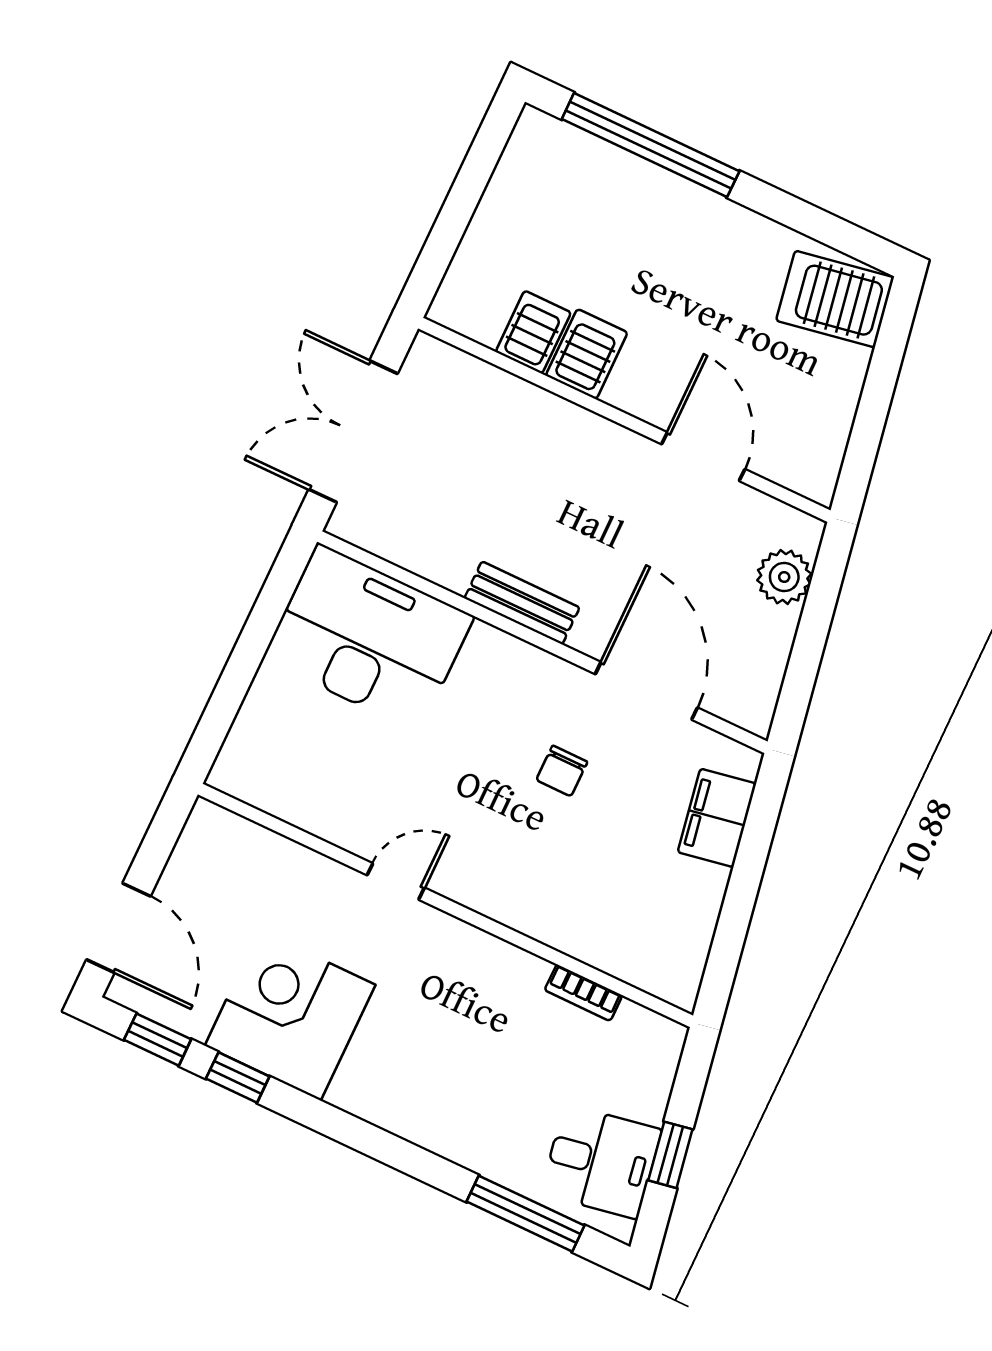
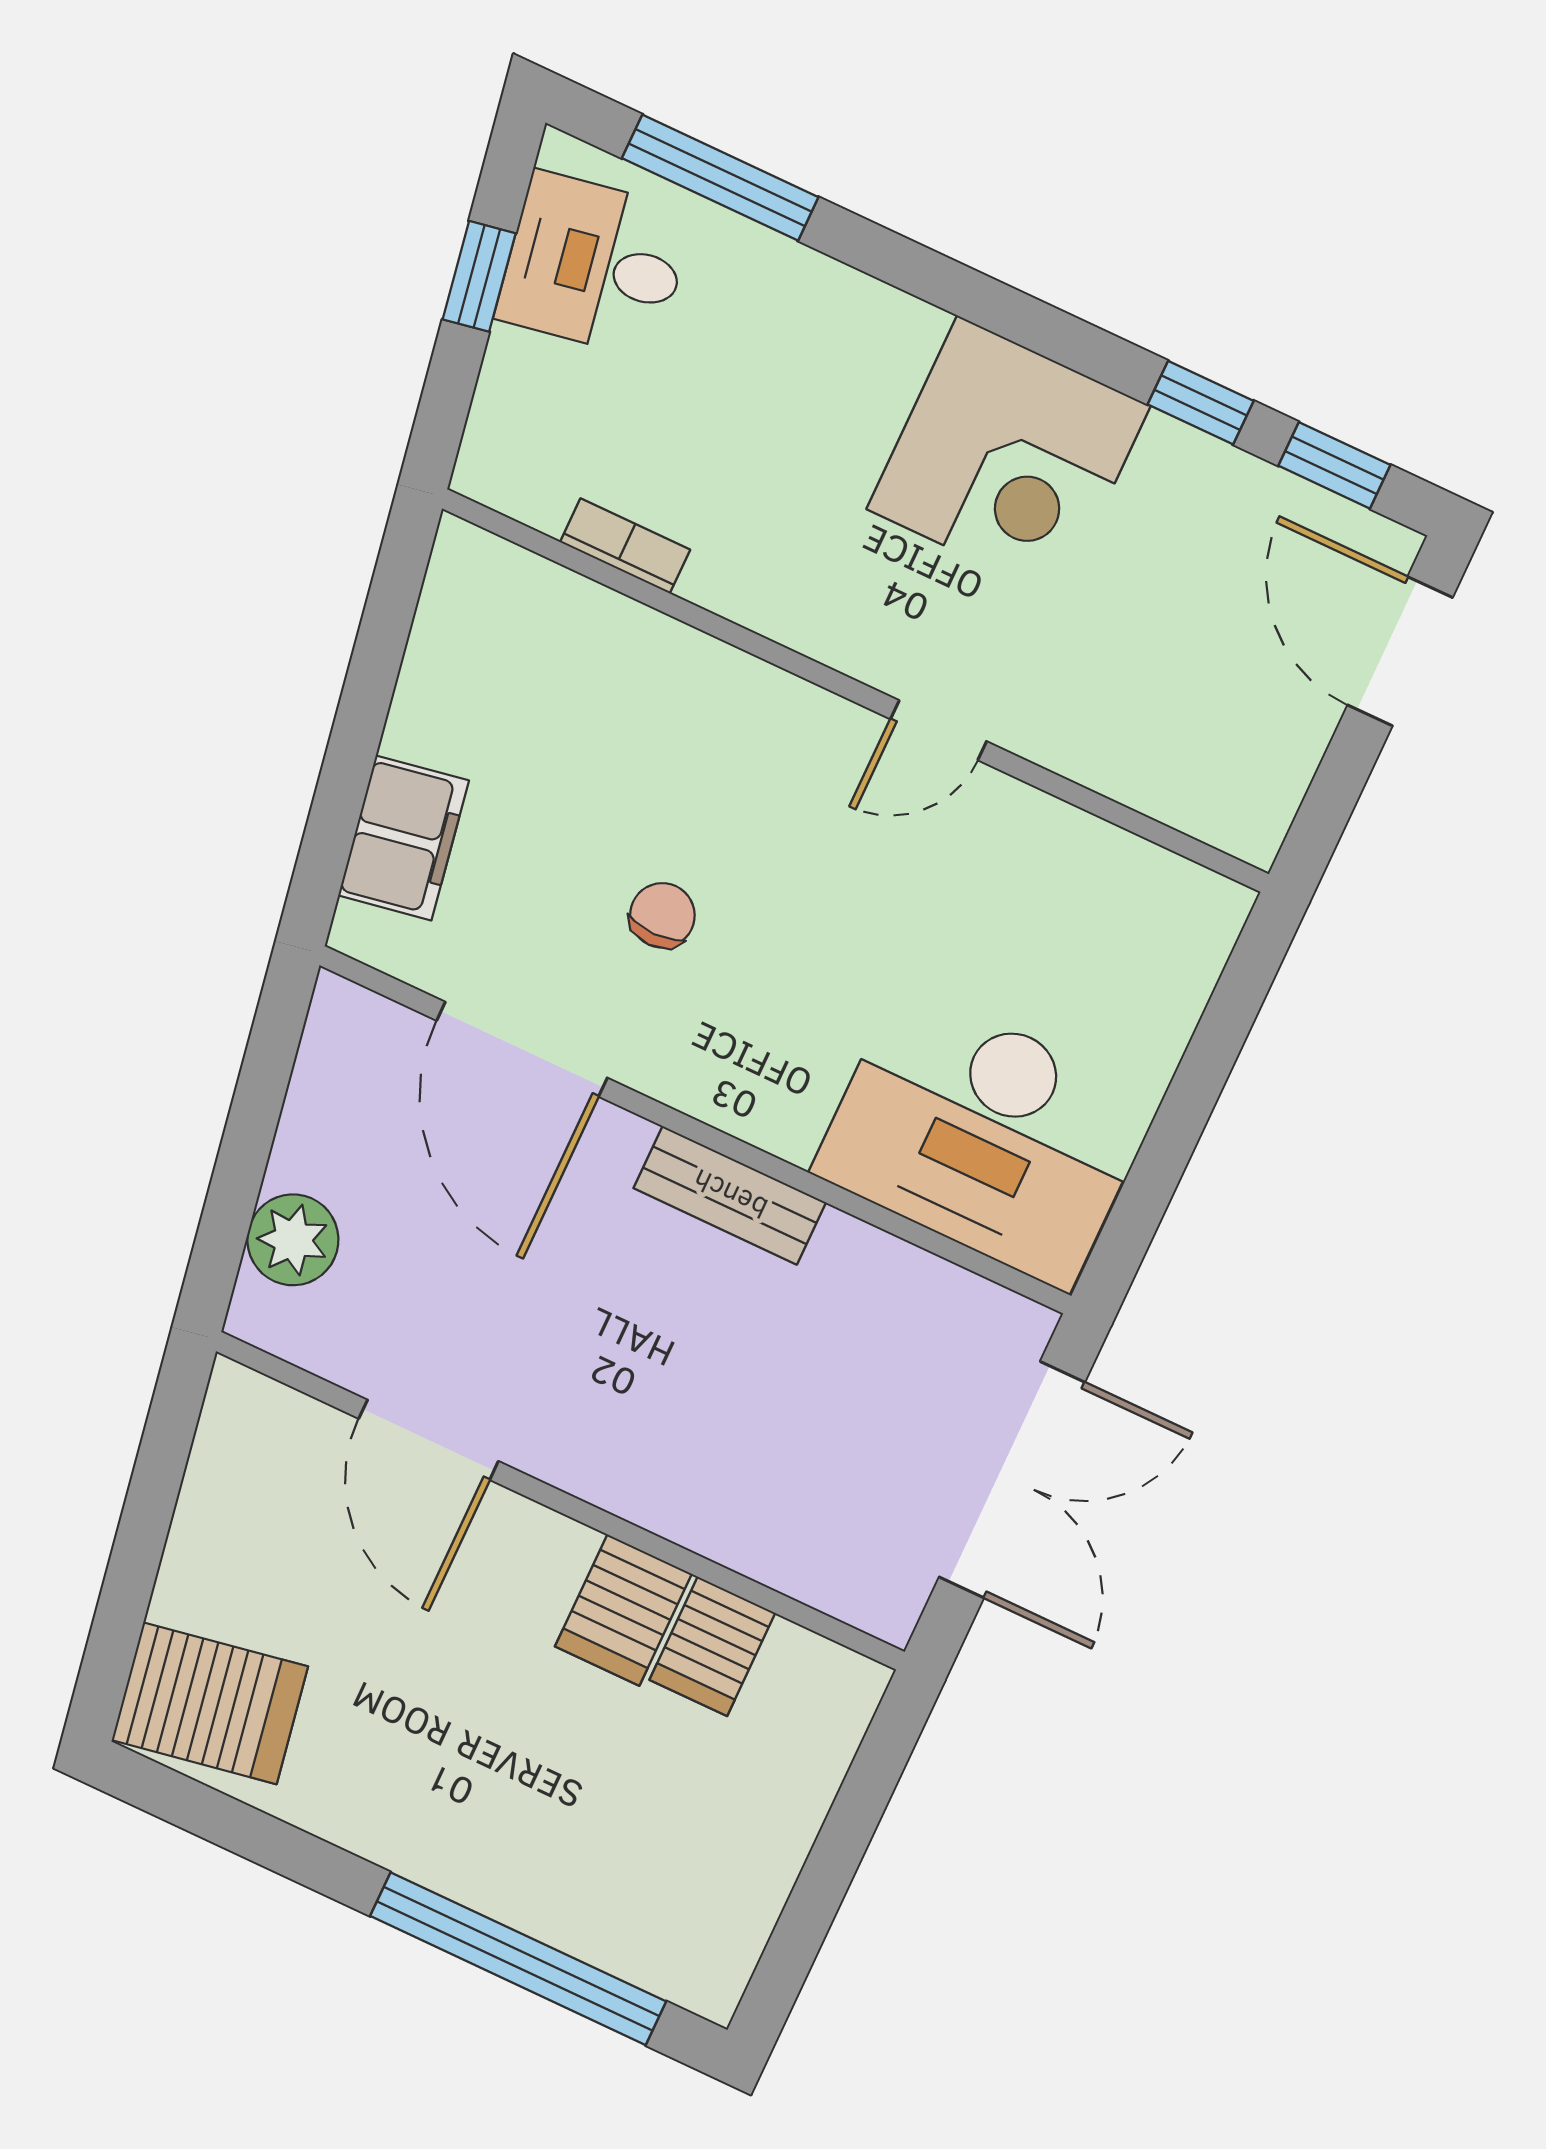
corner desk: (290, 1015) -> (1009, 457), moved

